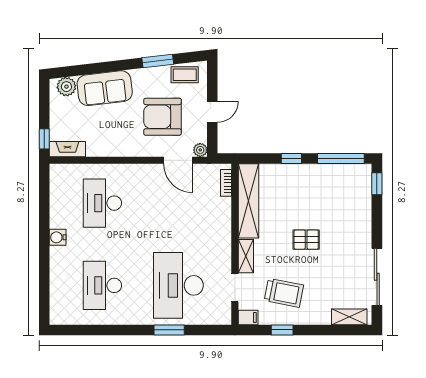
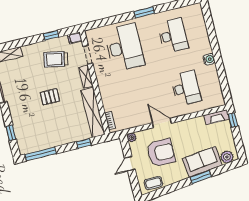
window: (158, 61) -> (201, 177), moved
window: (291, 159) -> (84, 143), moved
door: (178, 160) -> (162, 123), moved
window: (377, 184) -> (11, 133), moved
window: (169, 330) -> (144, 12), moved

